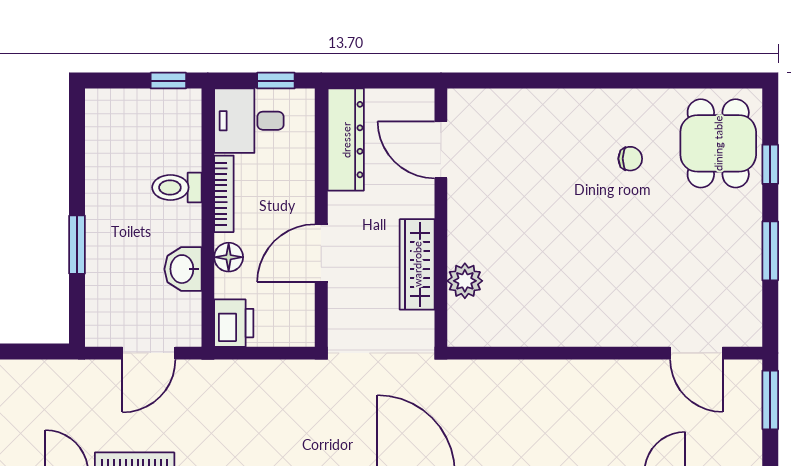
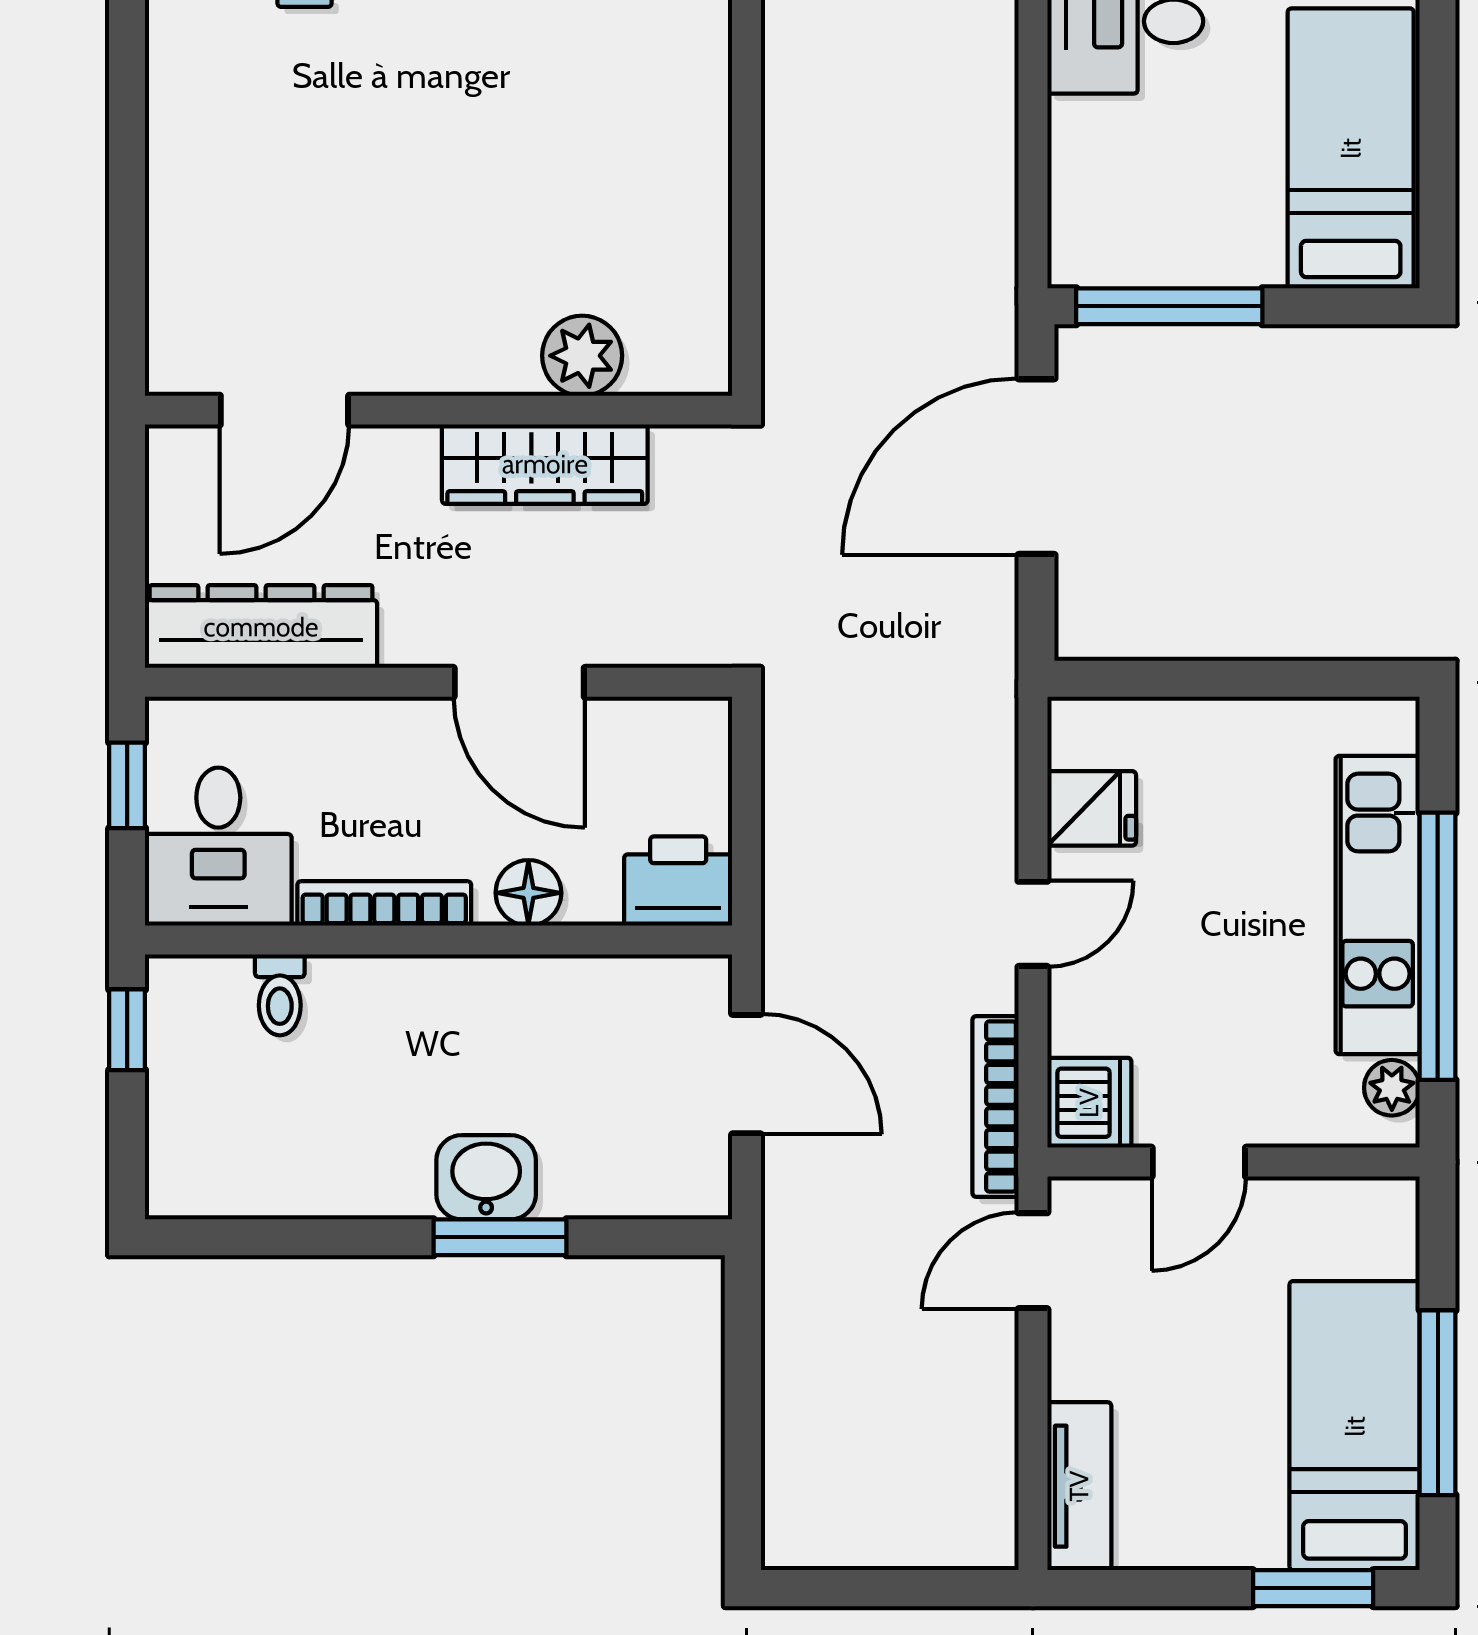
toilet: (177, 187) -> (280, 995), moved, width x0.73, depth x0.72
washbasin: (183, 269) -> (486, 1177), moved, turned 180

